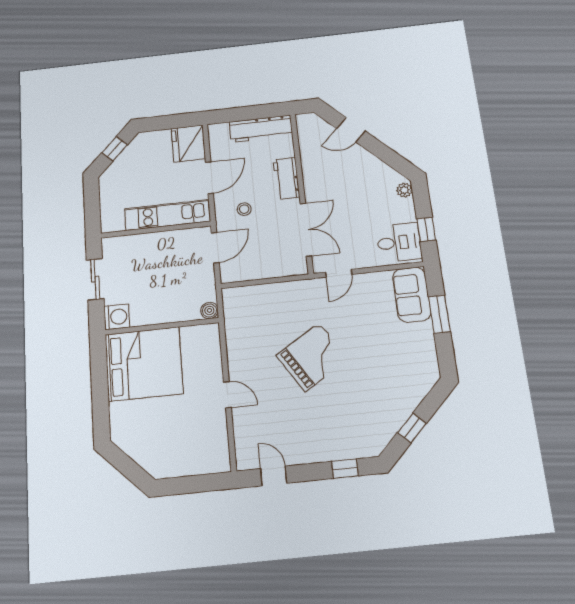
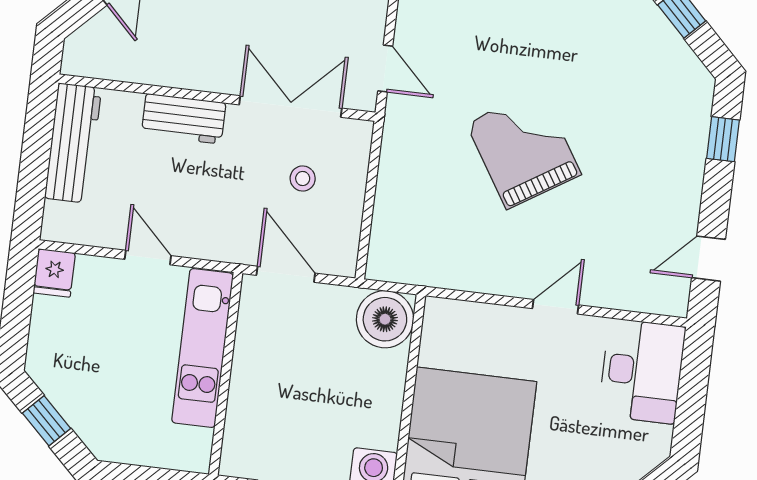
fridge: (188, 143) -> (54, 273), width x0.53, depth x0.75
door: (209, 178) -> (148, 258), width x0.73
stool: (244, 209) -> (303, 179), moved
boiler: (209, 310) -> (385, 319), width x1.86, depth x1.86
desk: (201, 452) -> (642, 371), added

